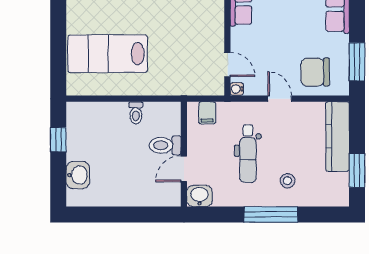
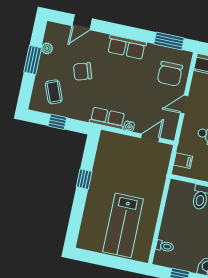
water cooler: (237, 89) -> (129, 126), moved
toilet: (136, 113) -> (165, 246), moved

